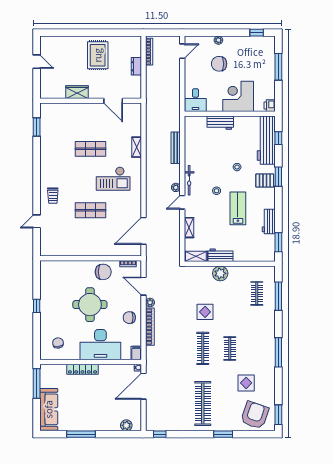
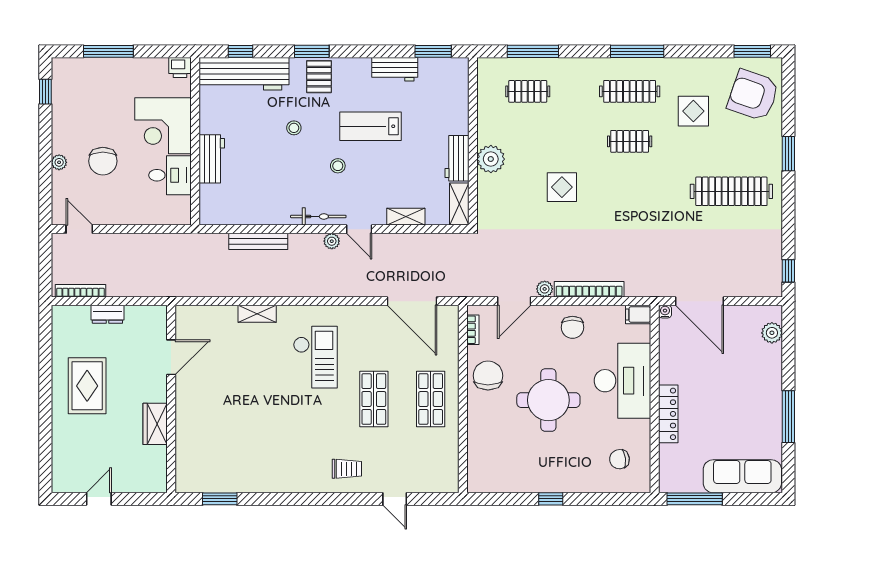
rug: (98, 55) -> (87, 386), turned 90
desk: (196, 100) -> (170, 175), moved
shop shelf: (91, 149) -> (431, 399), moved
clothes rail: (203, 348) -> (630, 91), moved

